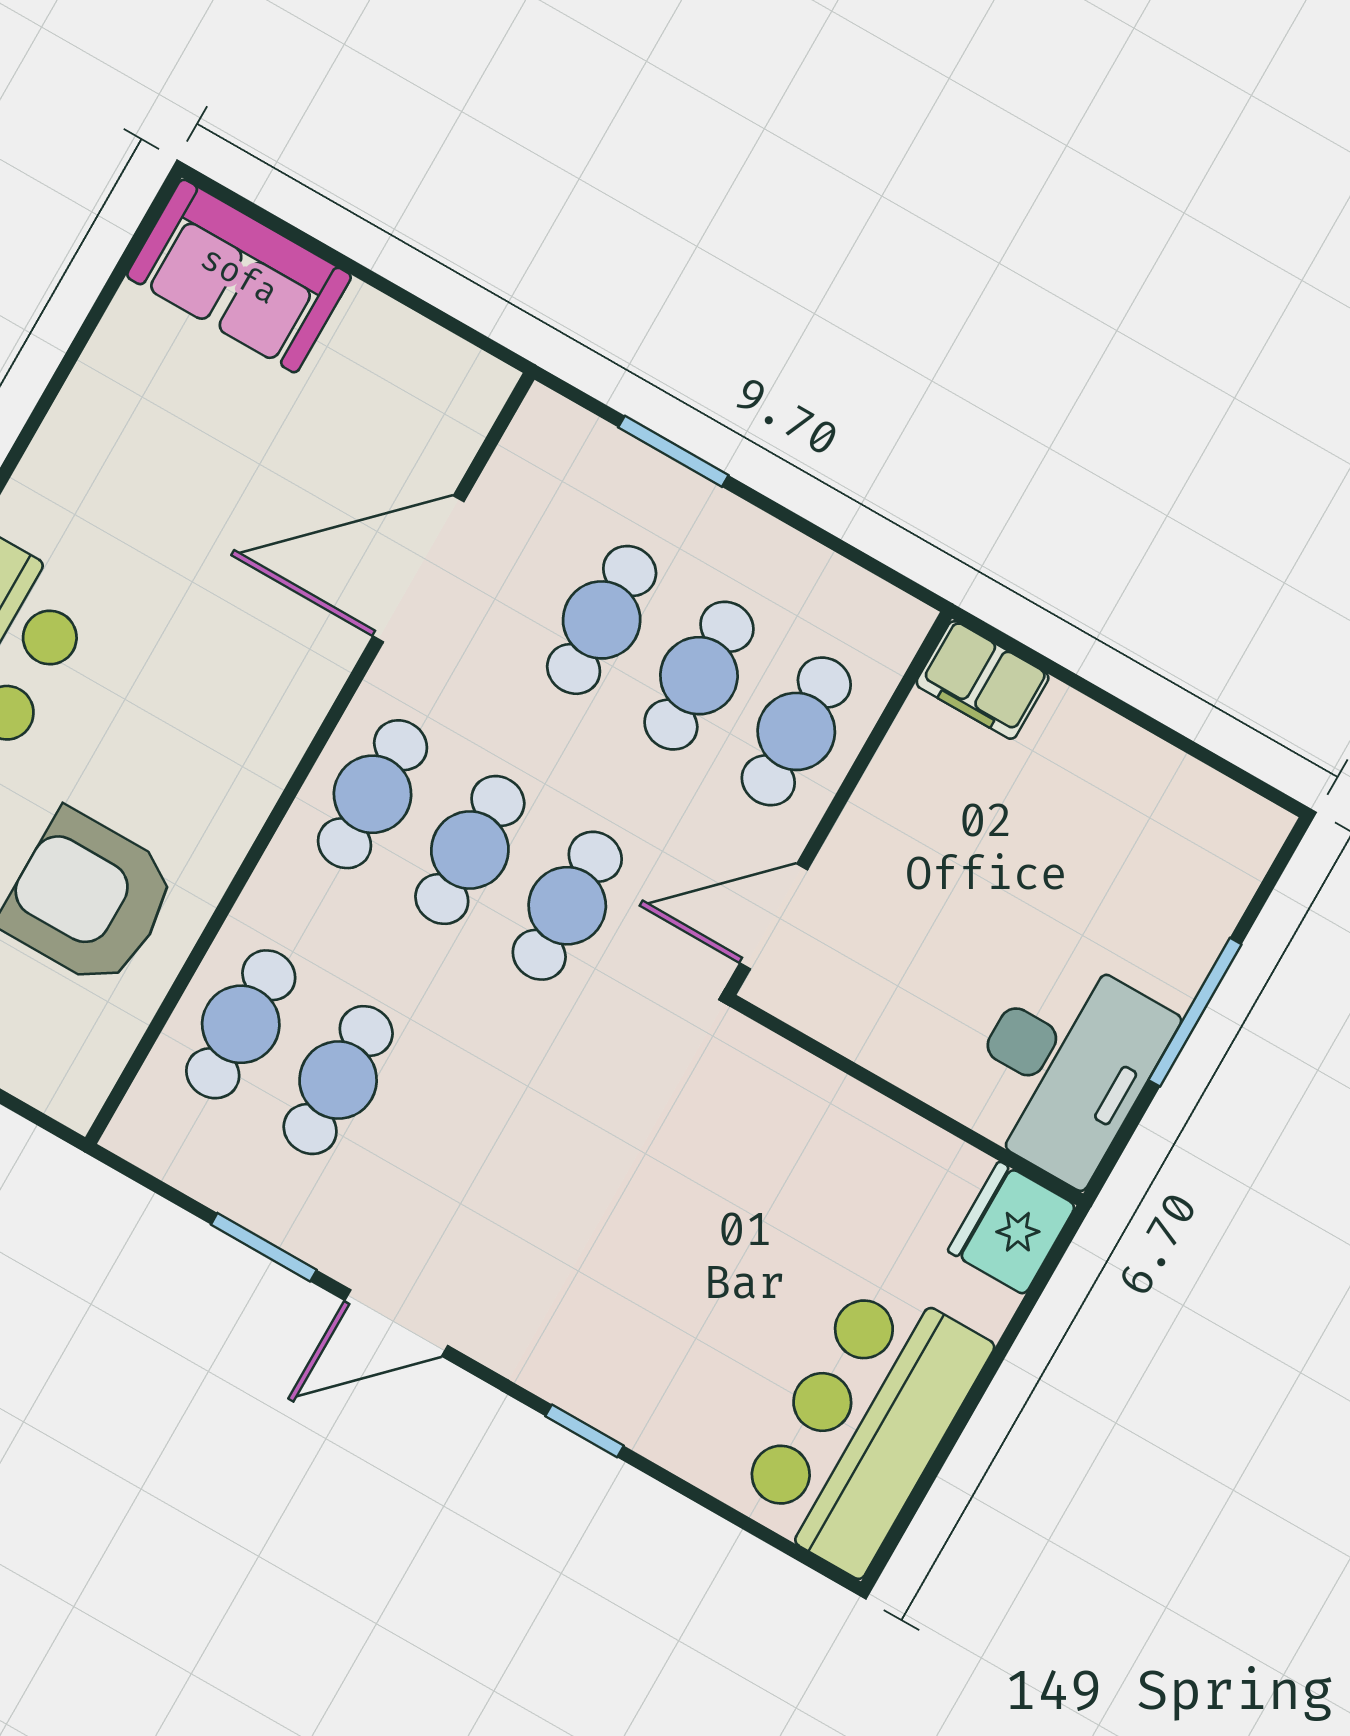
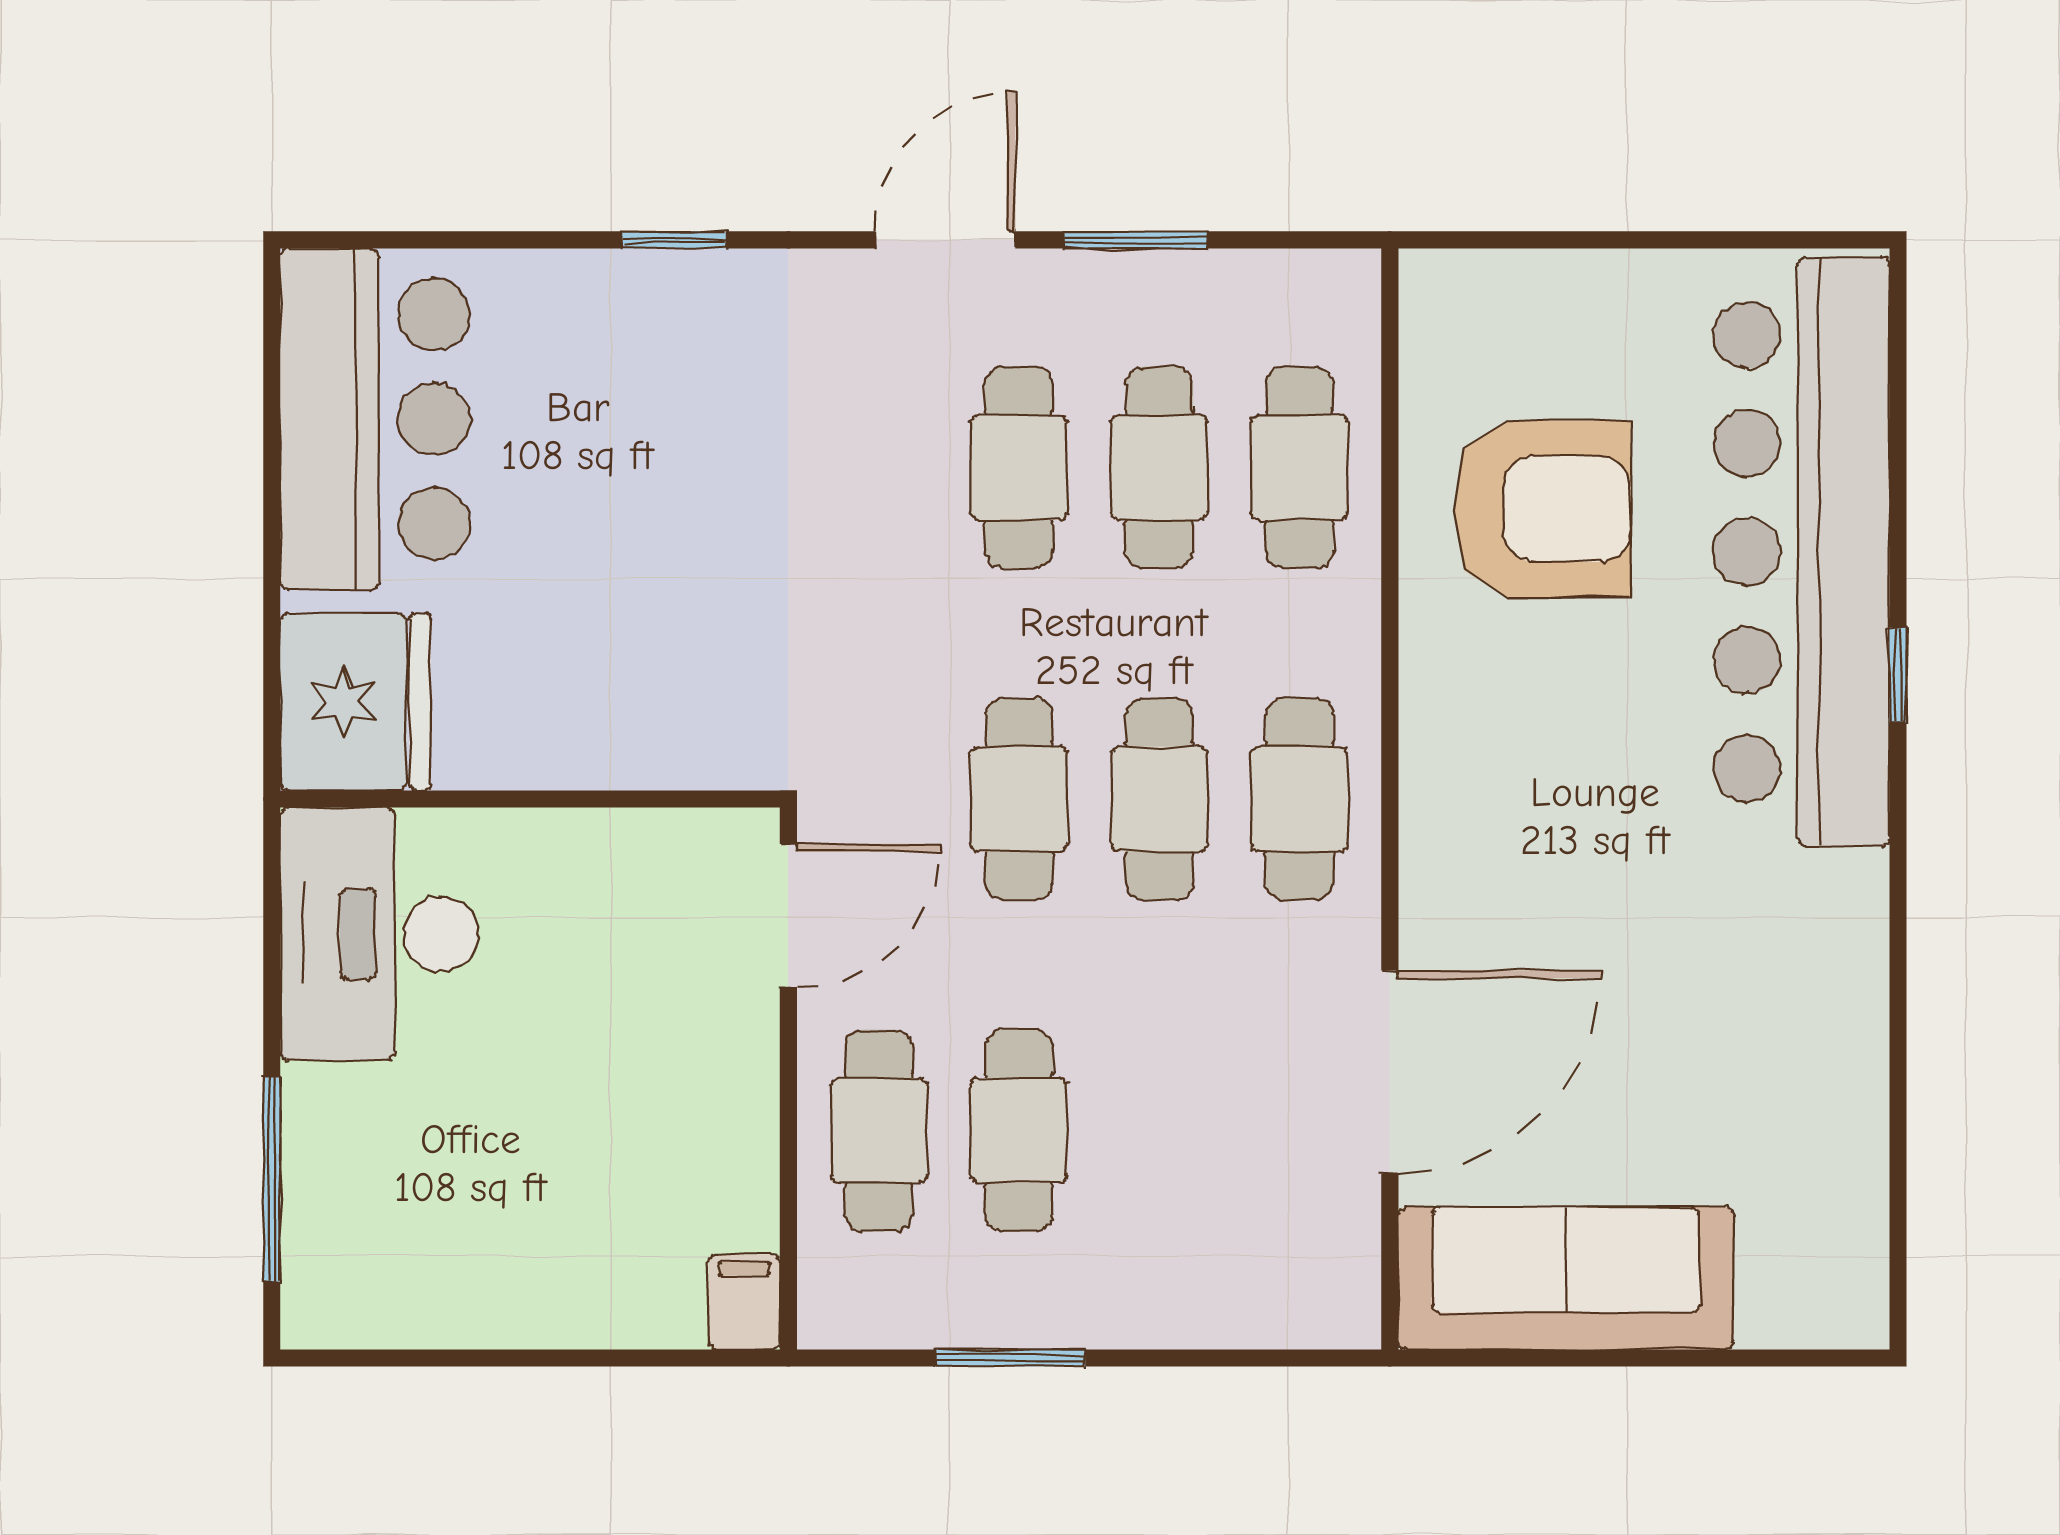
sofa: (239, 276) -> (1566, 1278), moved, width x1.36
window: (673, 451) -> (1010, 1358), moved
cafe table: (602, 620) -> (1019, 468), moved
filing cabinet: (983, 680) -> (744, 1302), width x0.50
window: (1195, 1012) -> (272, 1179), moved
fridge: (1012, 1228) -> (355, 702), width x1.36, depth x1.34

